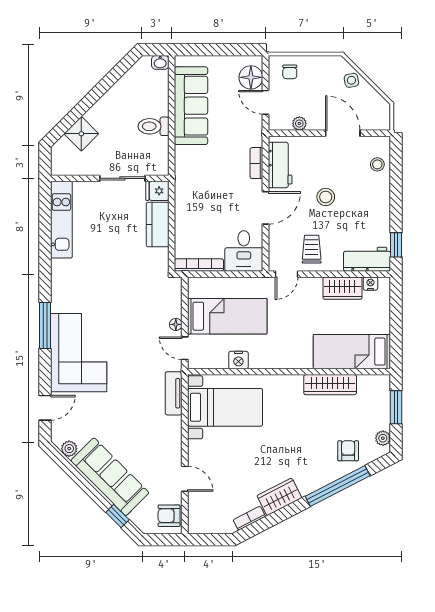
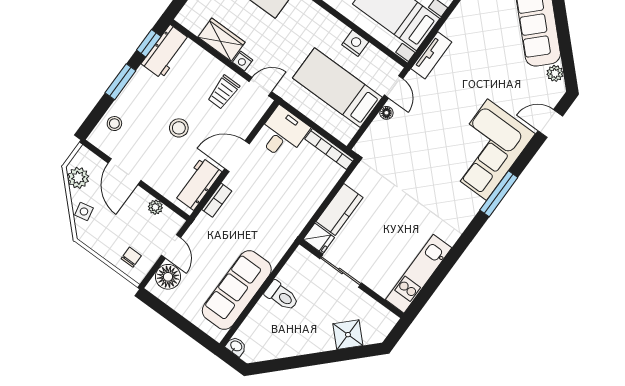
plant: (375, 103) -> (78, 178), added
window: (396, 200) -> (120, 82), added
workbench: (367, 259) -> (166, 52), moved, turned -90
nightstand: (370, 284) -> (243, 61), moved

